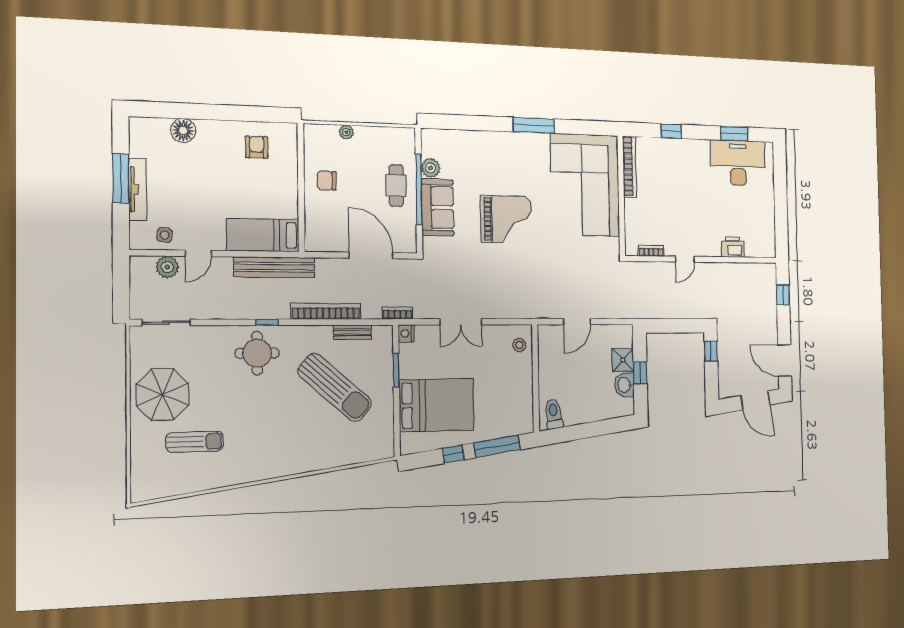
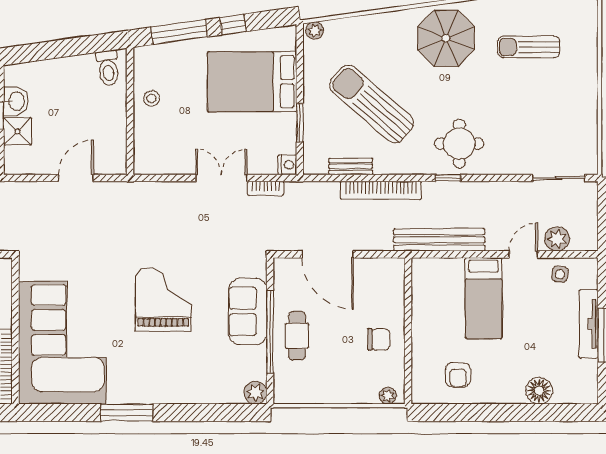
plant: (346, 132) -> (388, 396), moved
plant: (431, 168) -> (255, 393), moved
grand piano: (506, 219) -> (163, 299), turned 90
bed: (263, 235) -> (484, 298), moved, turned 90
bookcase: (397, 313) -> (266, 188), moved
stool: (519, 345) -> (151, 98), moved
parasol: (163, 395) -> (446, 38), moved
plant: (385, 451) -> (315, 31), added

